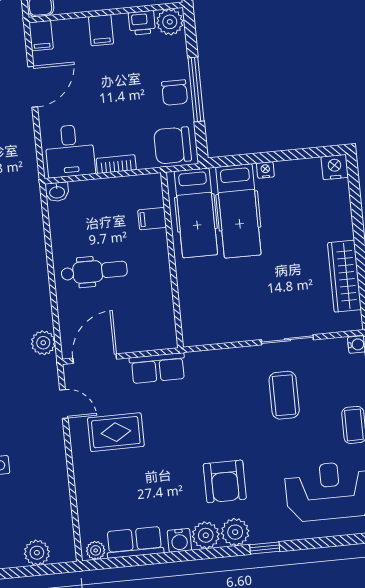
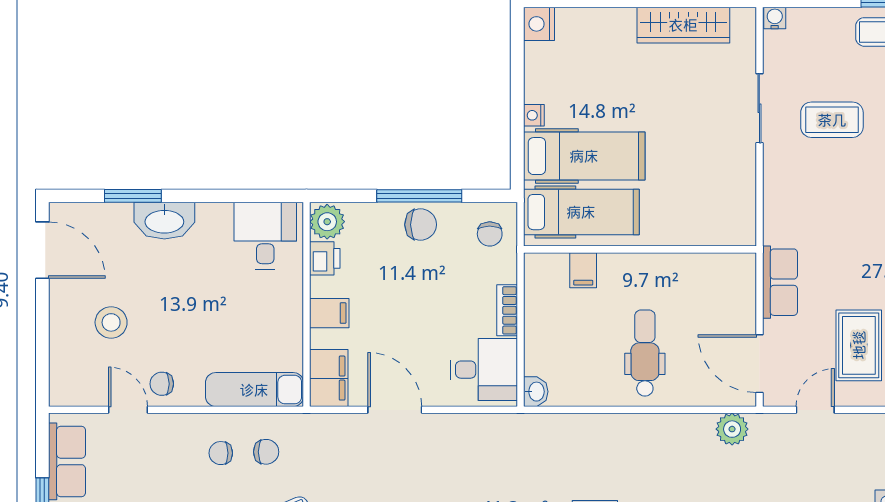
filing cabinet: (41, 36) -> (329, 378), width x2.00
chair: (173, 145) -> (490, 234), width x0.54, depth x0.54

